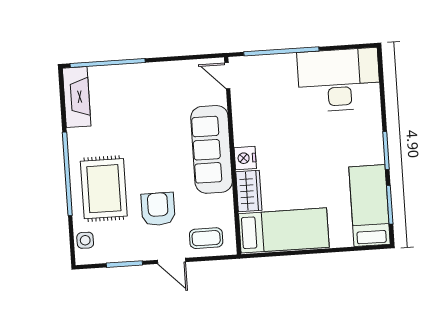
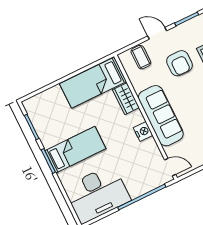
nightstand: (245, 158) -> (143, 132), moved
bed: (370, 206) -> (75, 150), moved, turned -90
coffee table: (206, 238) -> (141, 57), turned 90

